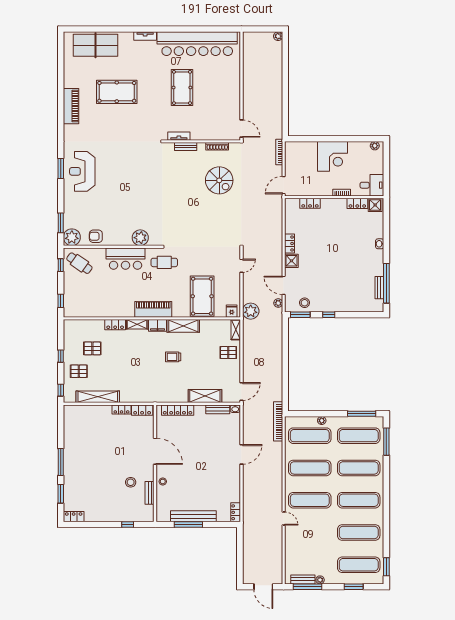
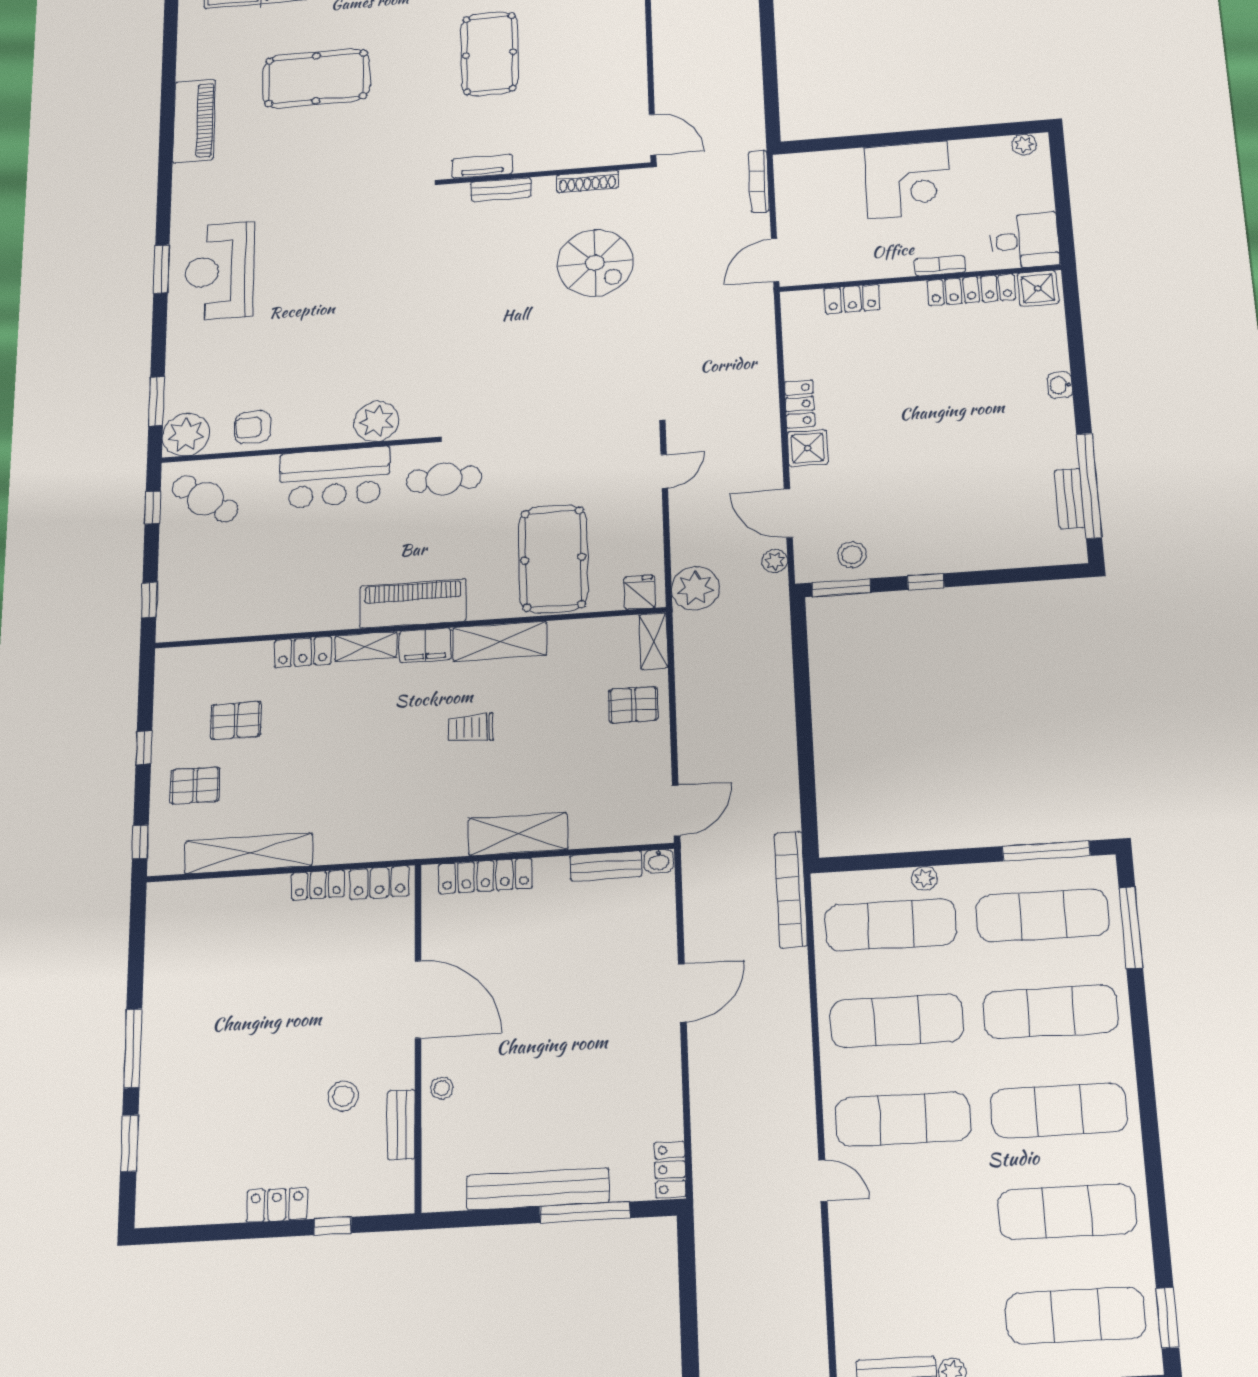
locker: (357, 203) -> (971, 290), width x1.53
shelving: (205, 396) -> (518, 834), moved
locker: (74, 517) -> (277, 1205), moved
window: (188, 524) -> (585, 1212), moved

